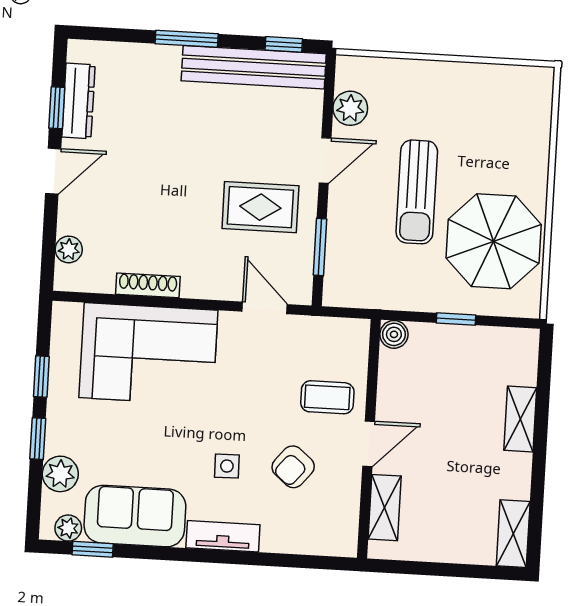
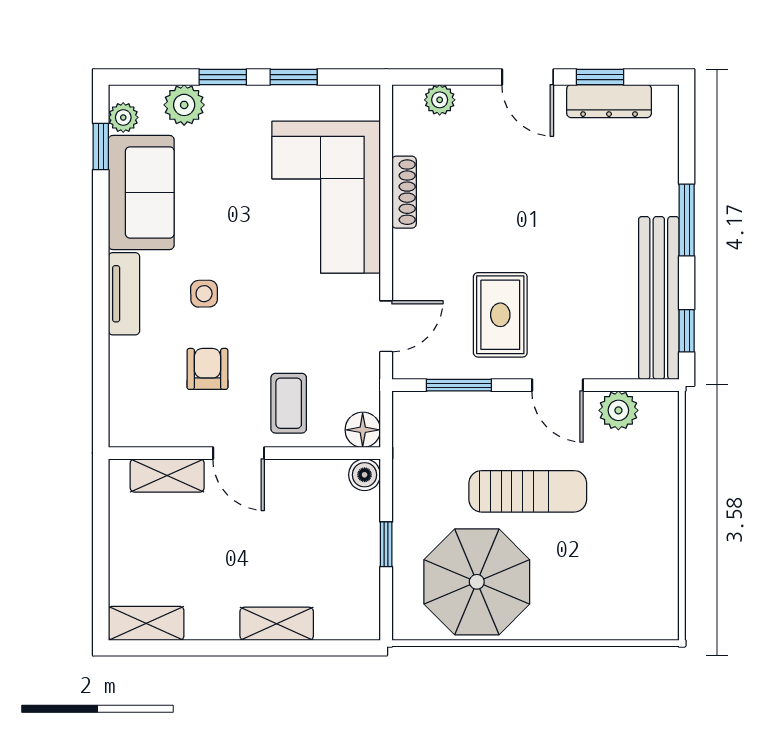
sun lounger: (417, 192) -> (528, 491), turned 180
floor lamp: (354, 334) -> (363, 430), added
armchair: (293, 467) -> (207, 369), turned 50

